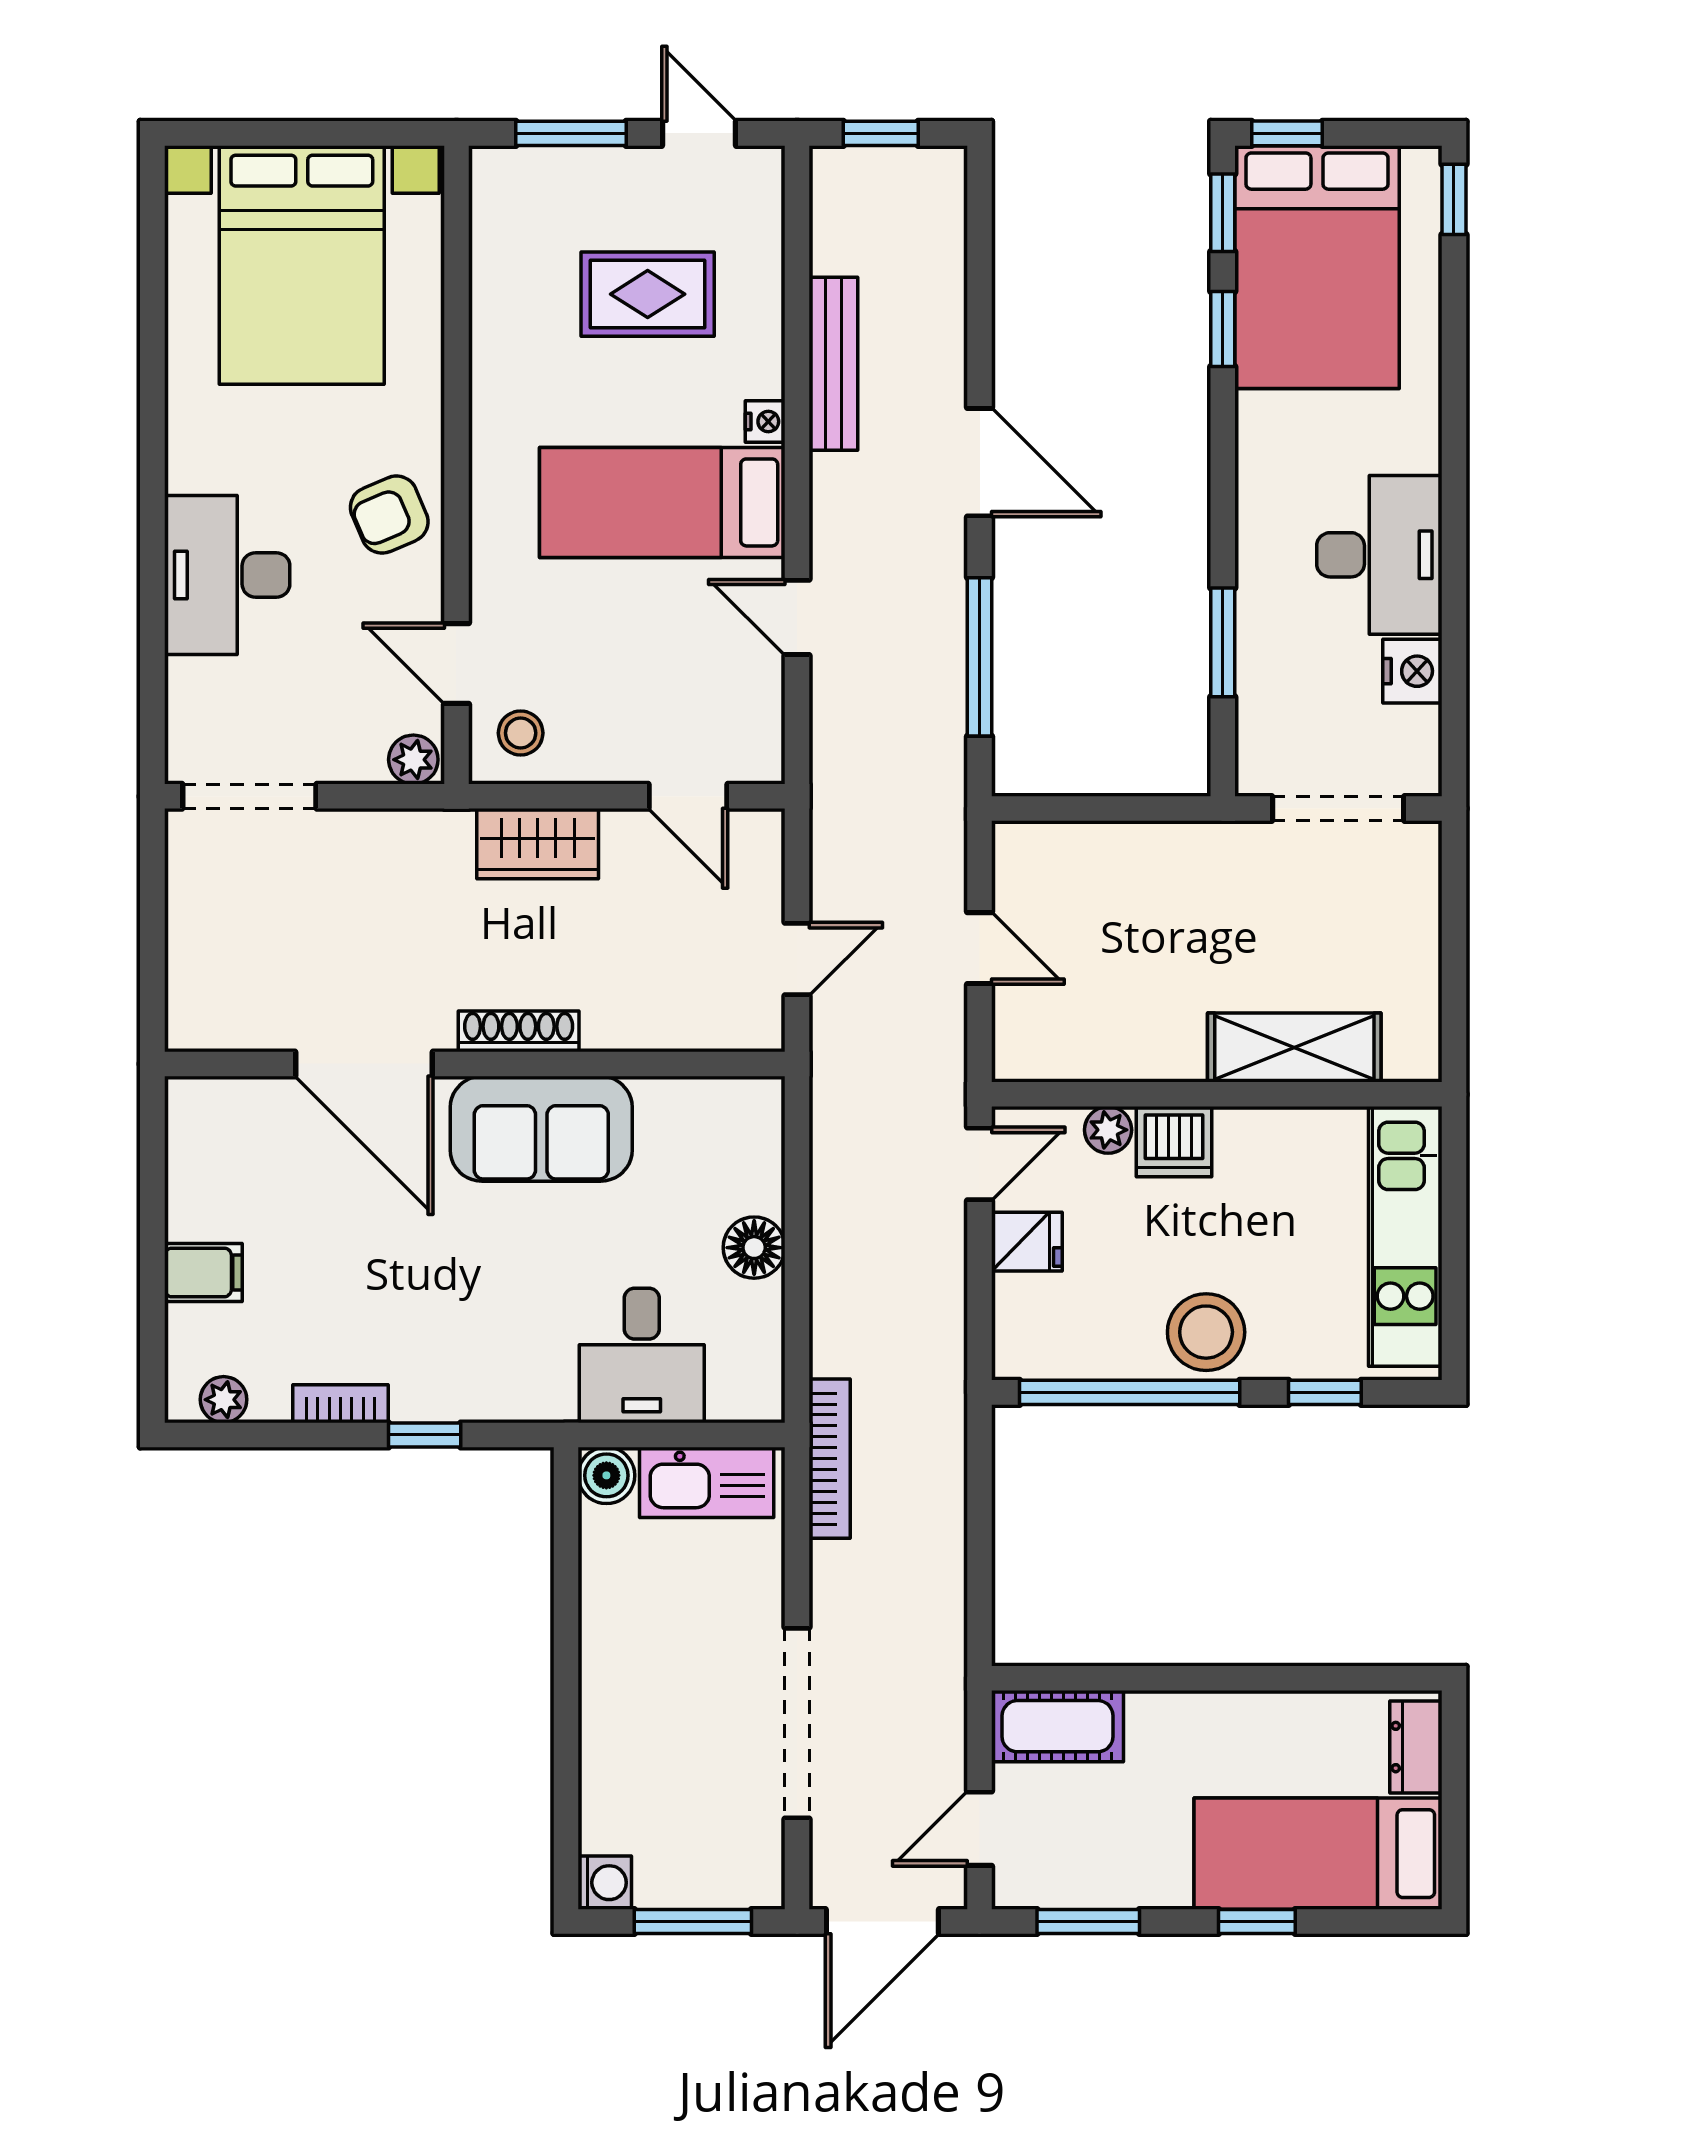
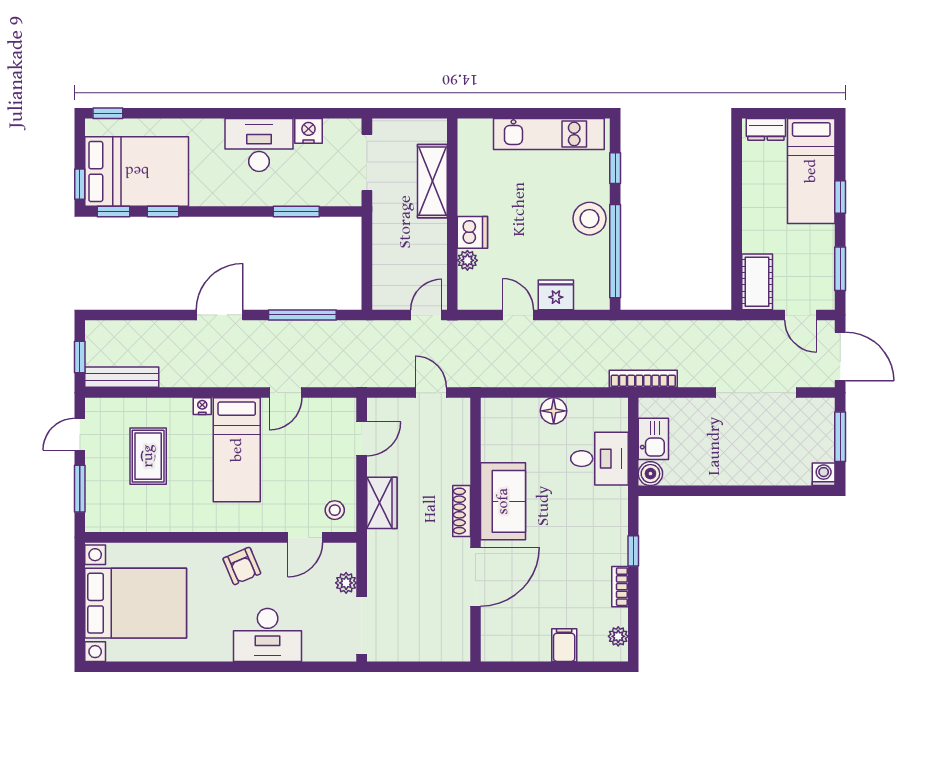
bench: (833, 364) -> (122, 377), moved
plant: (413, 760) -> (346, 583), moved
shelving: (1294, 1048) -> (432, 181), moved
wall: (1217, 1094) -> (452, 214), moved
plant: (1108, 1130) -> (467, 260), moved
dishwasher: (1174, 1142) -> (472, 232), moved
fridge: (1027, 1242) -> (556, 295), width x1.38
kitchen sink: (707, 1482) -> (653, 439), width x0.73

